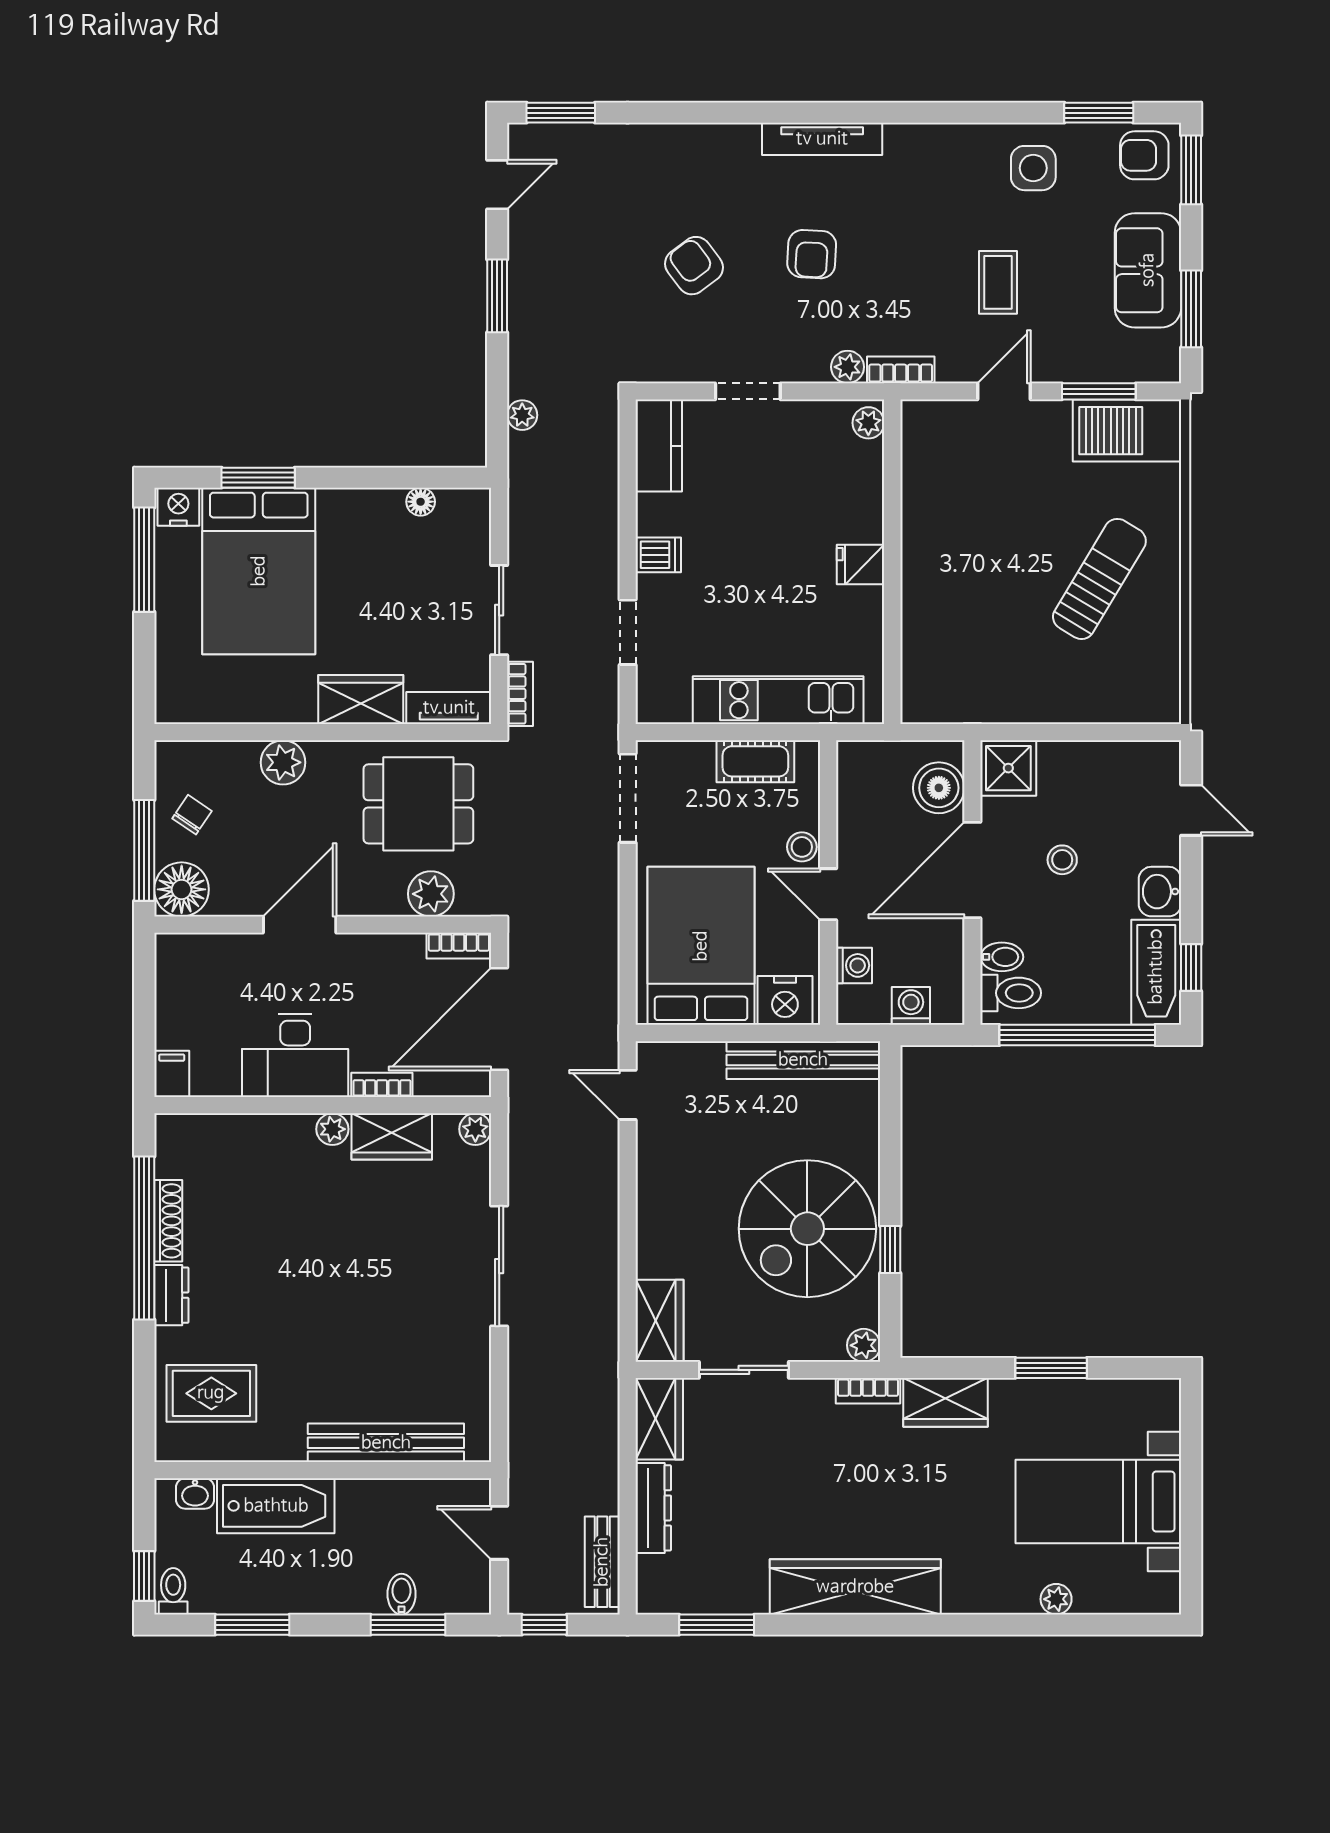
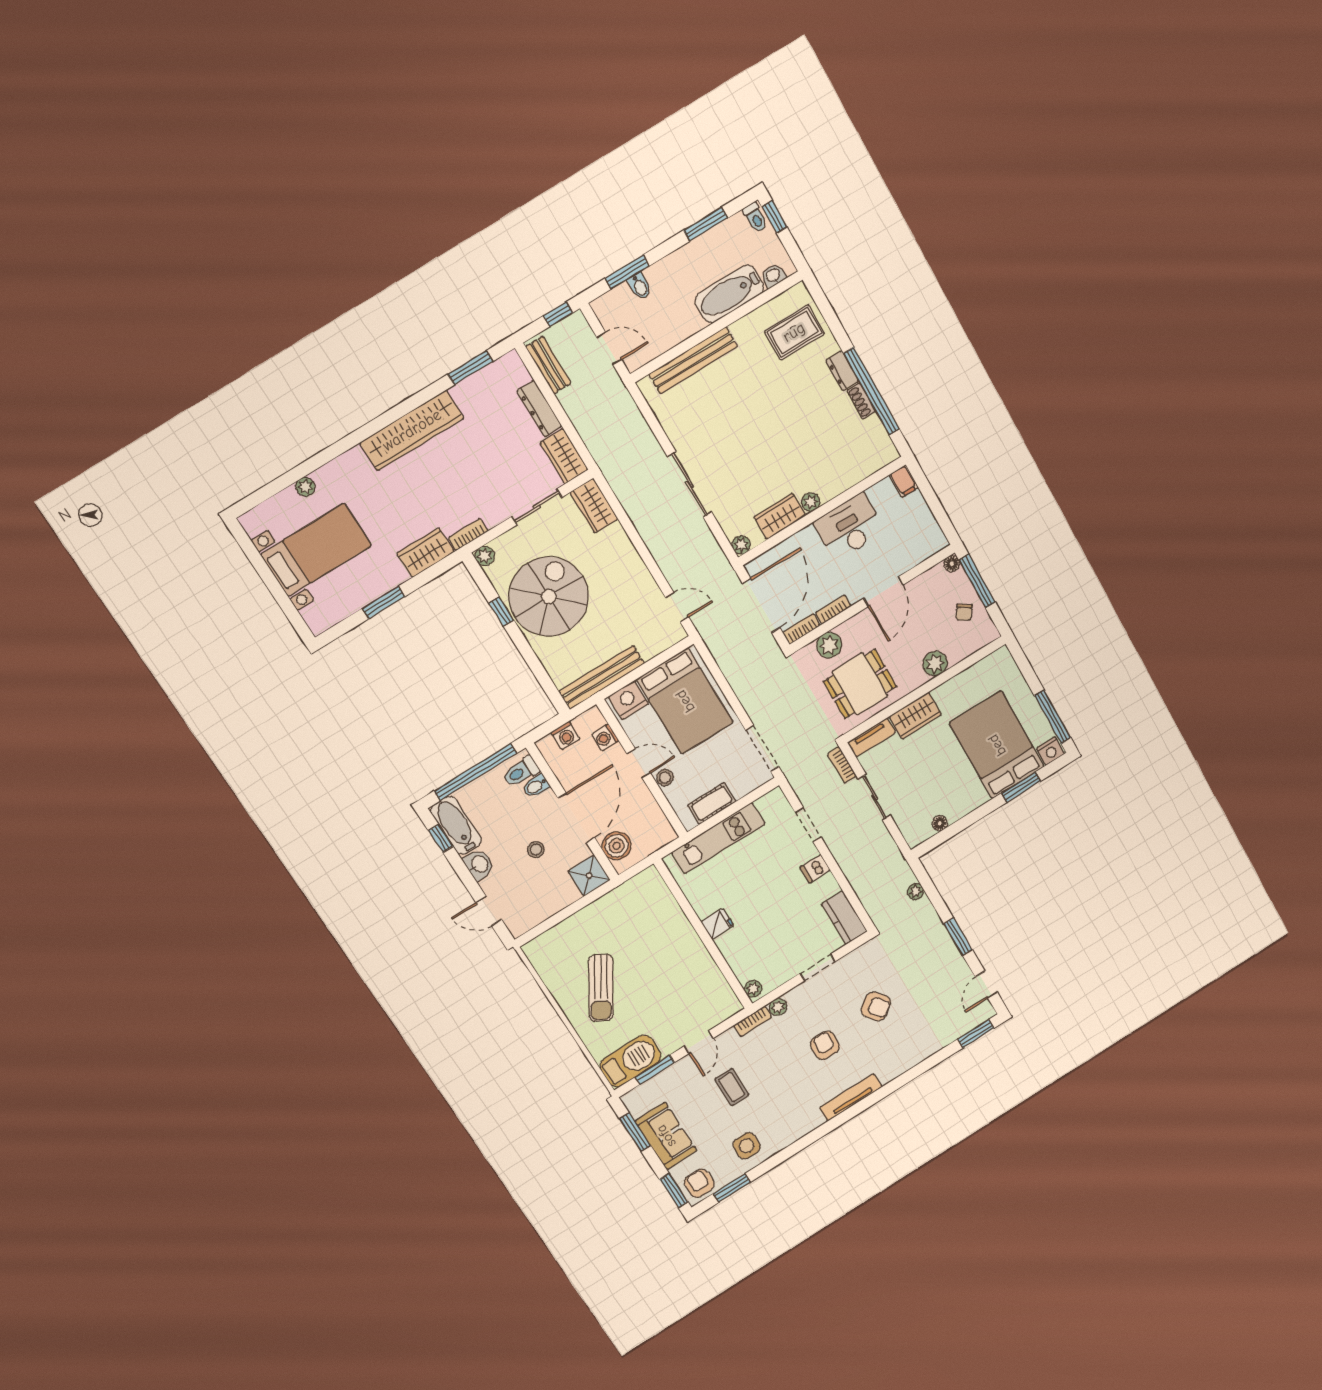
armchair: (1144, 155) -> (699, 1183), turned -90
floor lamp: (182, 889) -> (952, 564), width x0.53, depth x0.53
bookcase: (382, 1085) -> (833, 610), moved, turned 180
shoe rack: (168, 1221) -> (861, 401), width x0.70

